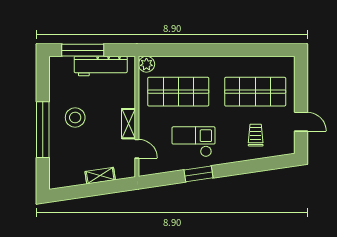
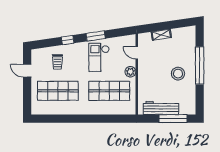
plant: (146, 64) -> (130, 72), moved
shelving: (129, 124) -> (142, 70), removed
checkout: (194, 142) -> (99, 57), turned 90
window: (241, 168) -> (68, 40), added

